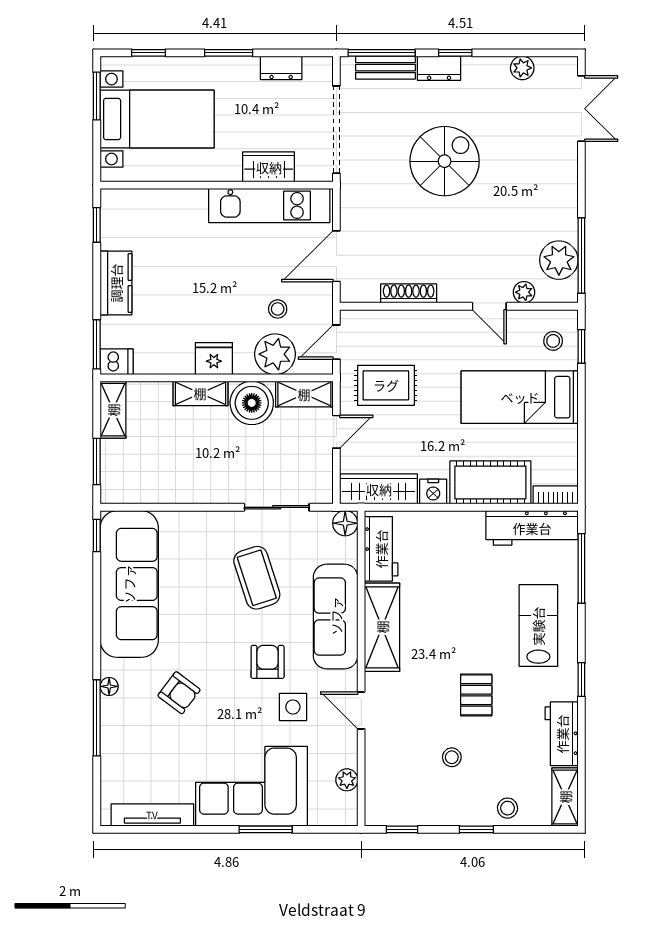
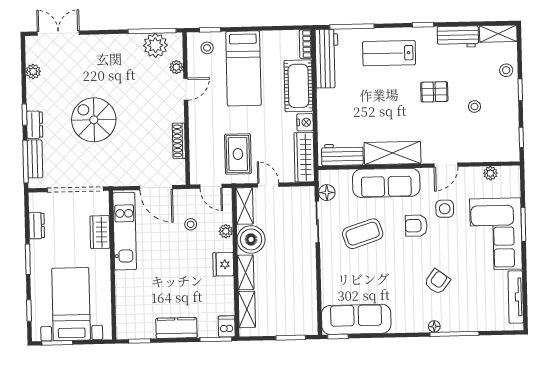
plant: (275, 354) -> (226, 231), width x0.53, depth x0.53
shelving: (113, 410) -> (247, 309), moved, turned 90
floor lamp: (345, 523) -> (327, 193), moved
sofa: (129, 584) -> (356, 319), width x0.74, depth x0.79

